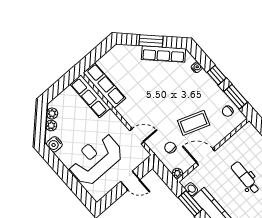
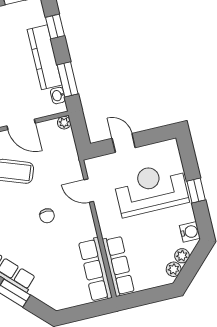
chair: (170, 148) -> (47, 216), moved
reception desk: (95, 159) -> (151, 189), turned 180
window: (65, 174) -> (196, 191), added

